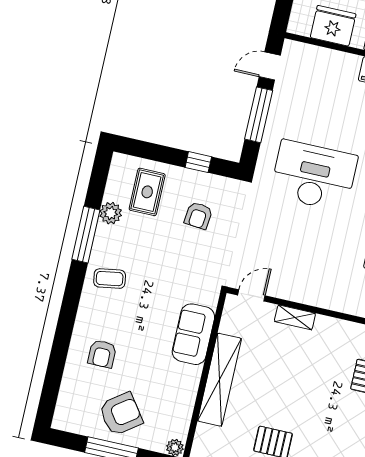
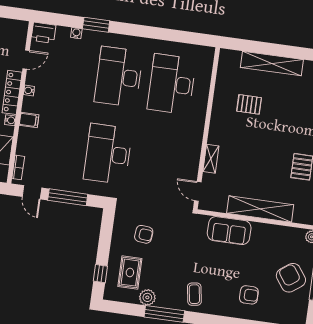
bookcase: (306, 50) -> (18, 167), added
window: (198, 162) -> (100, 274), moved
rug: (147, 192) -> (130, 273), turned 90

